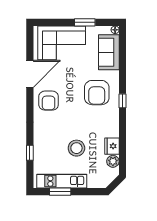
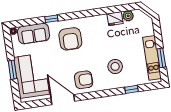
window: (85, 22) -> (12, 70), moved
armchair: (97, 93) -> (70, 39), turned 90
window: (122, 101) -> (51, 19), moved
stool: (76, 148) -> (115, 66), moved

